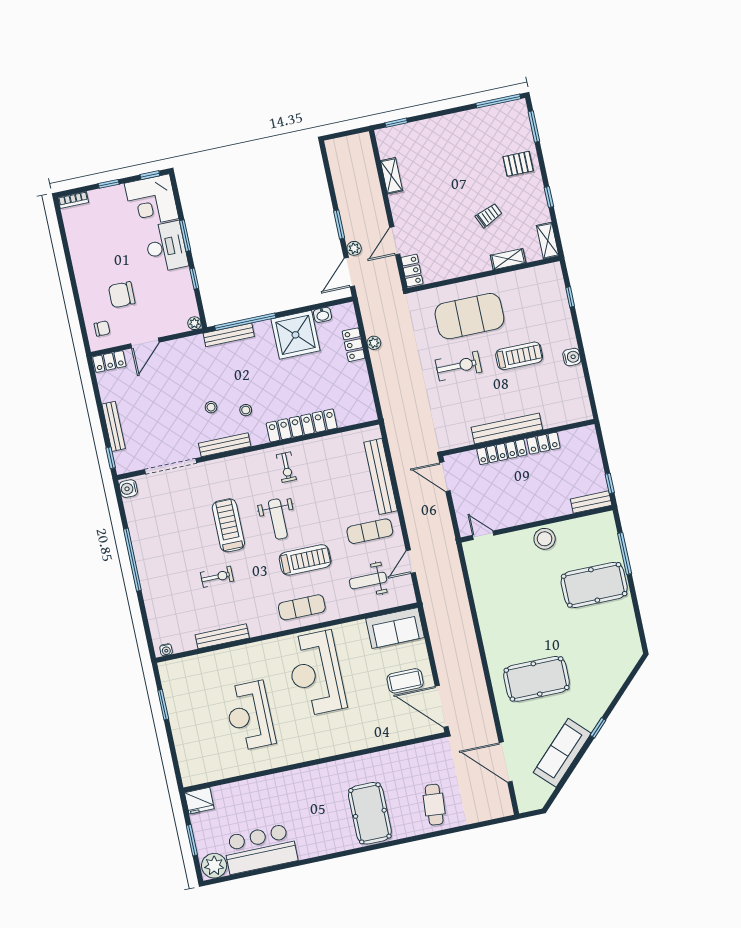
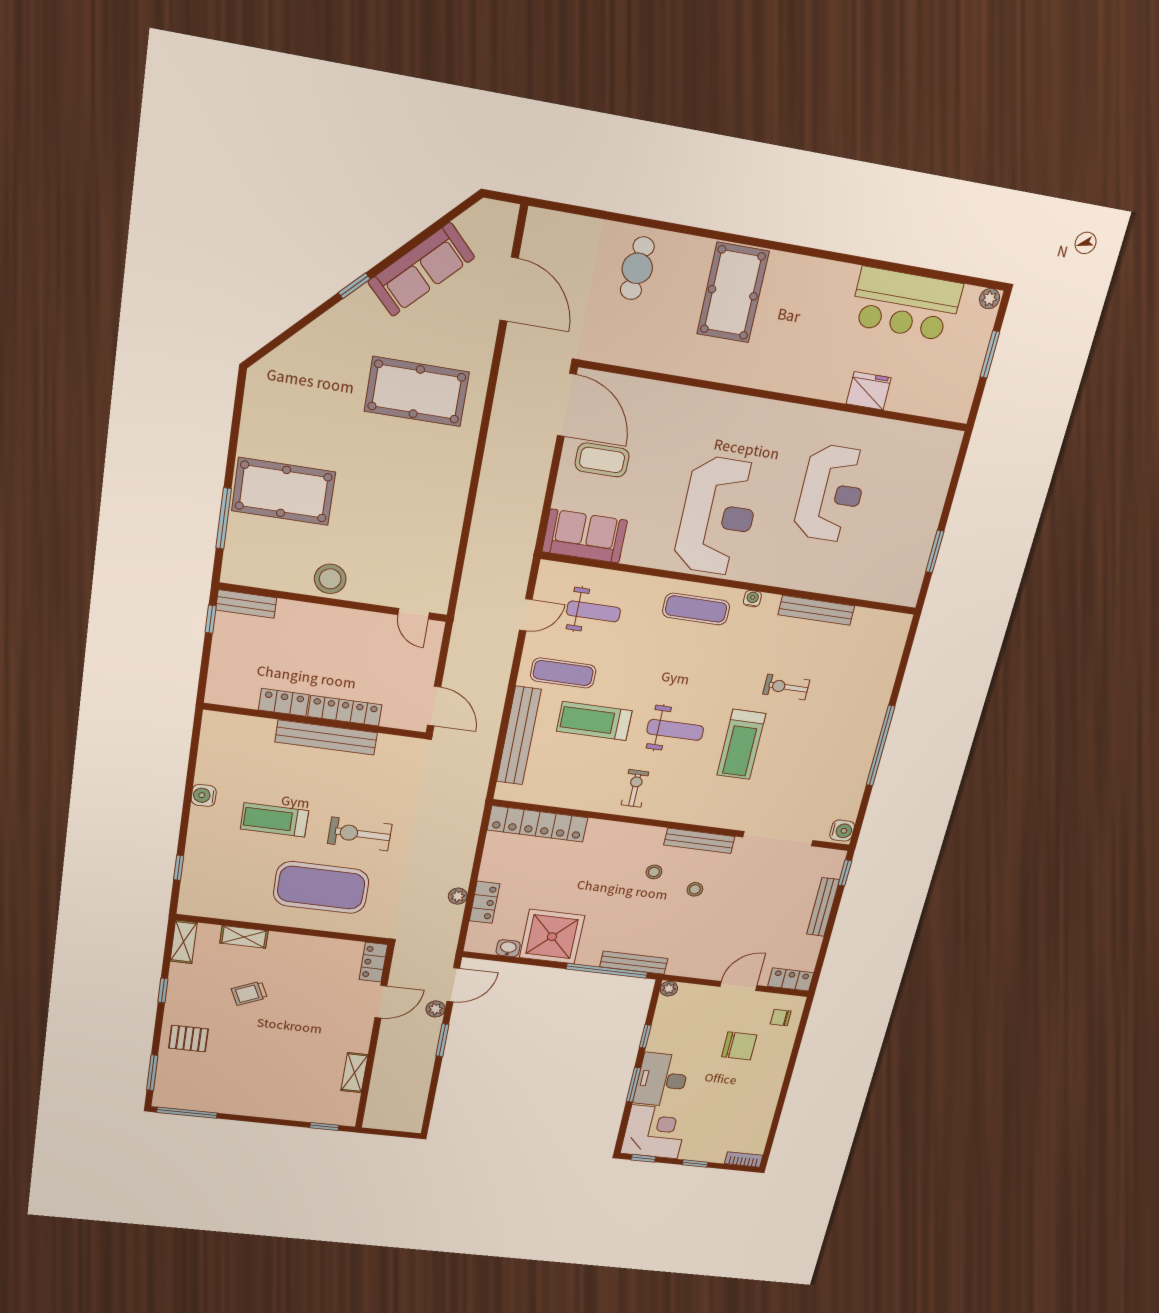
locker: (302, 426) -> (538, 824), moved
weight bench: (278, 519) -> (675, 730), turned 90
treadmill: (305, 560) -> (594, 721), moved
water cooler: (166, 650) -> (752, 599), moved
fridge: (199, 801) -> (869, 391), moved
plant: (214, 866) -> (990, 299), width x0.53, depth x0.53

